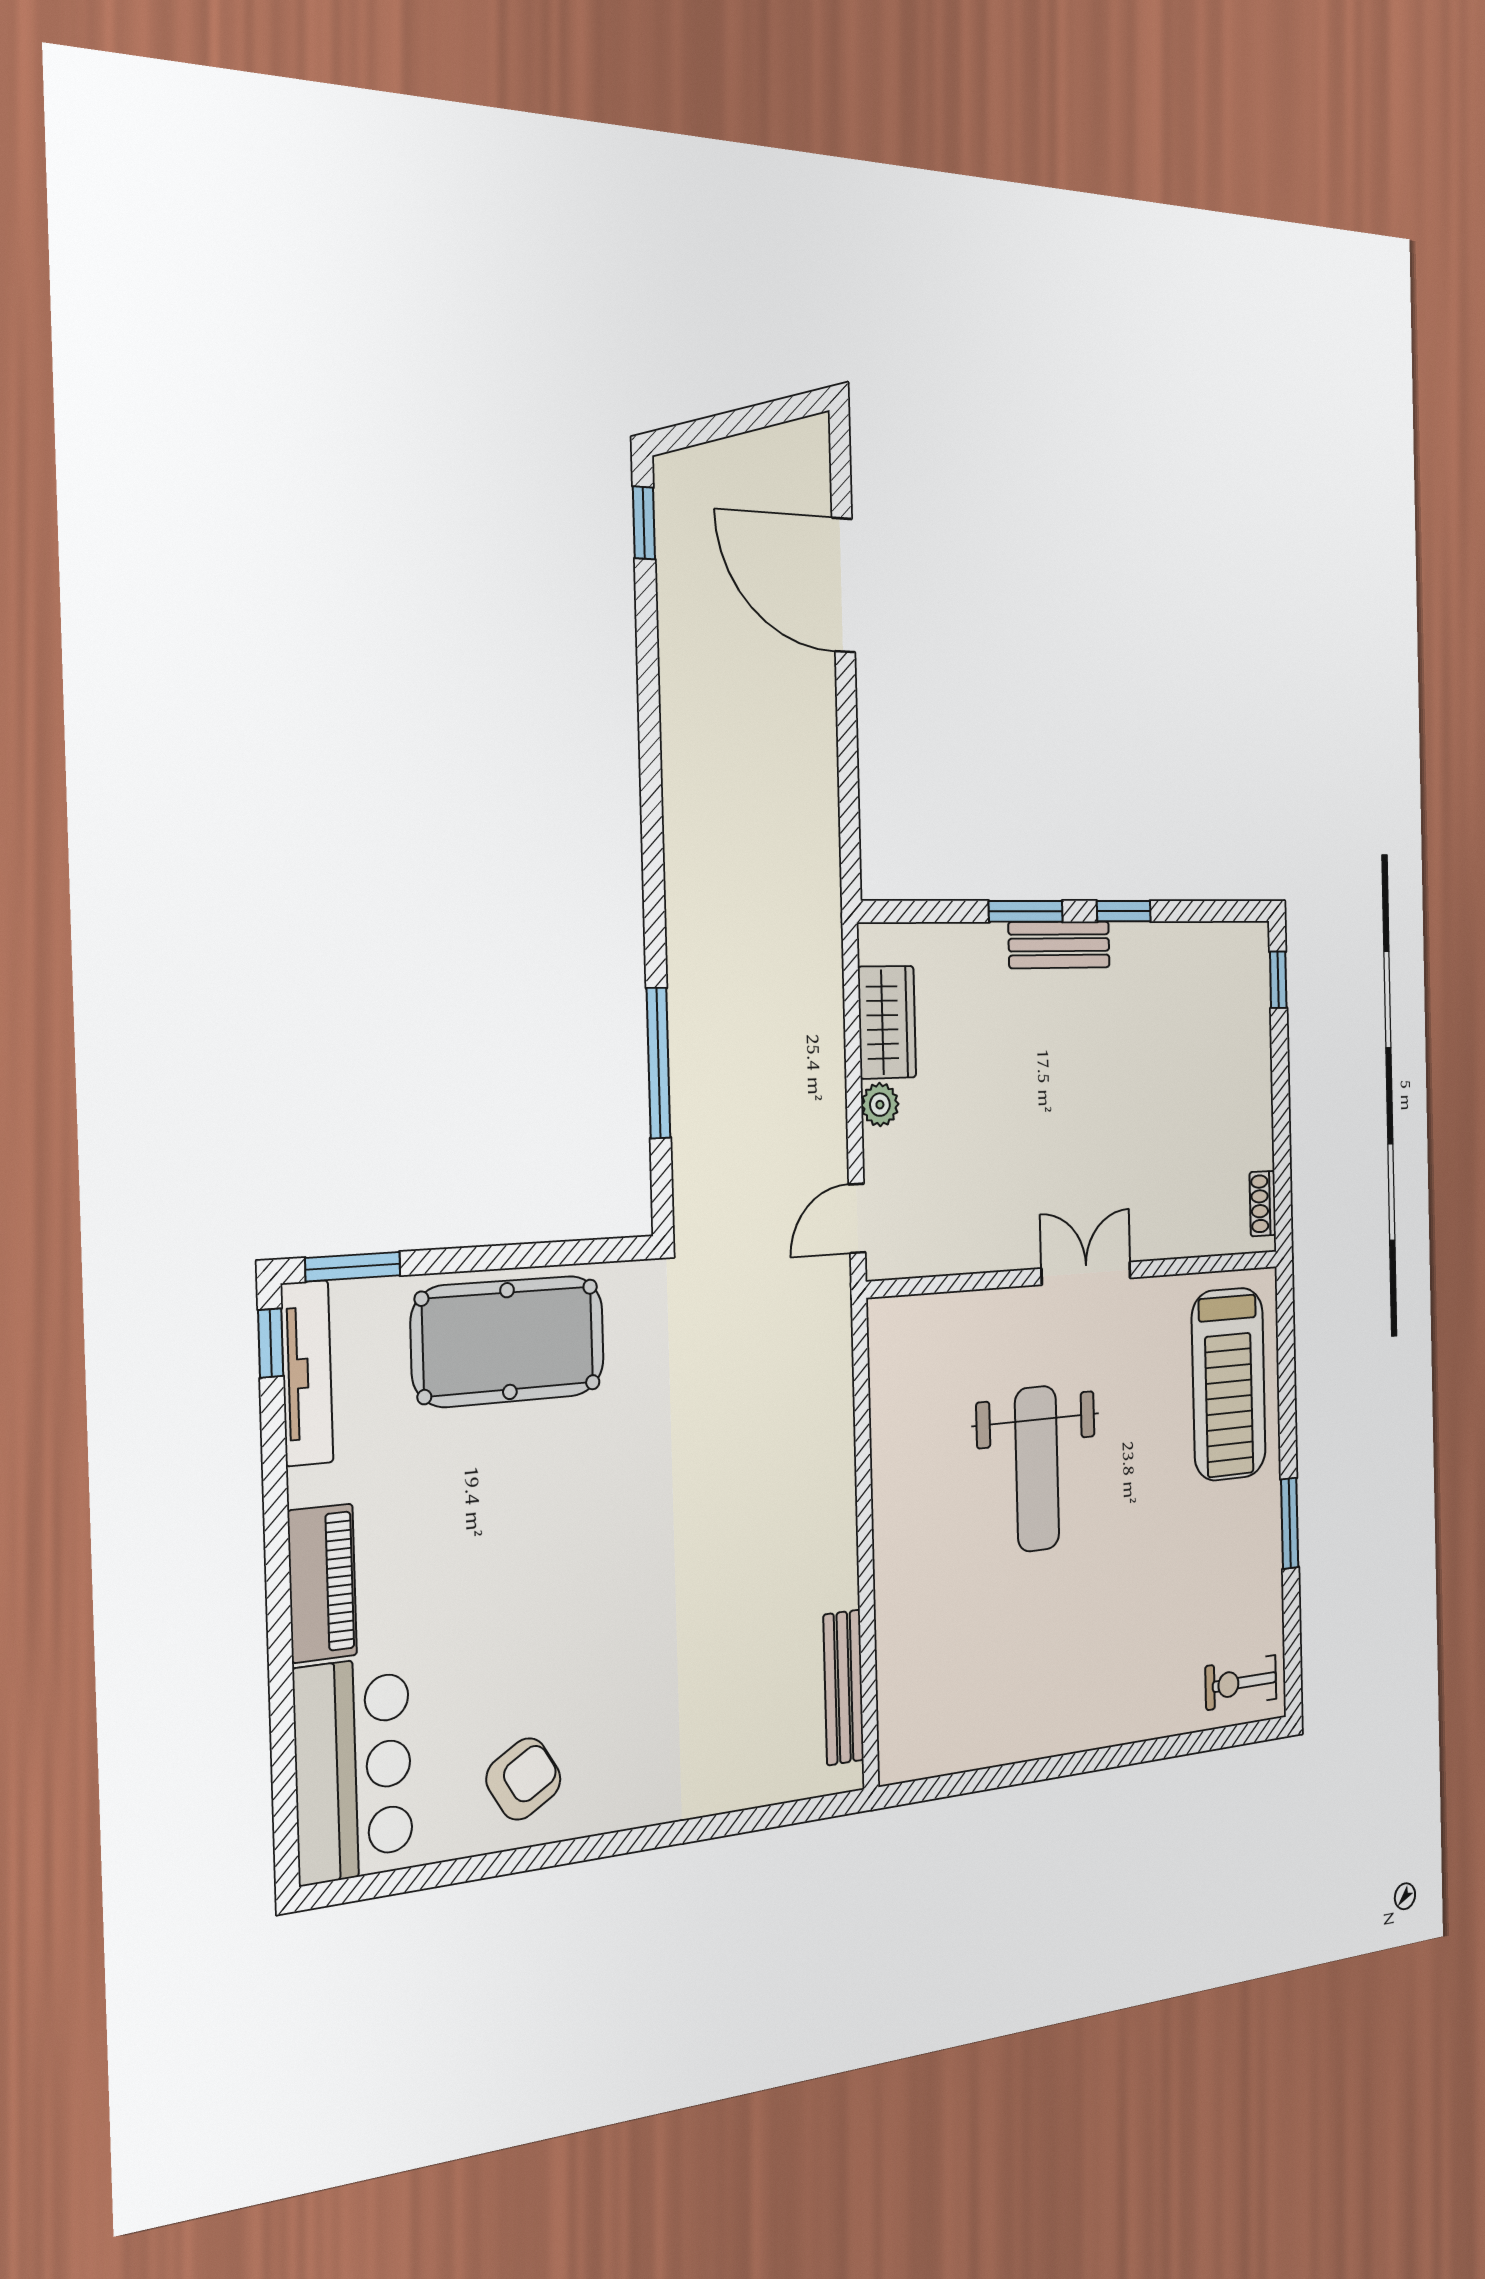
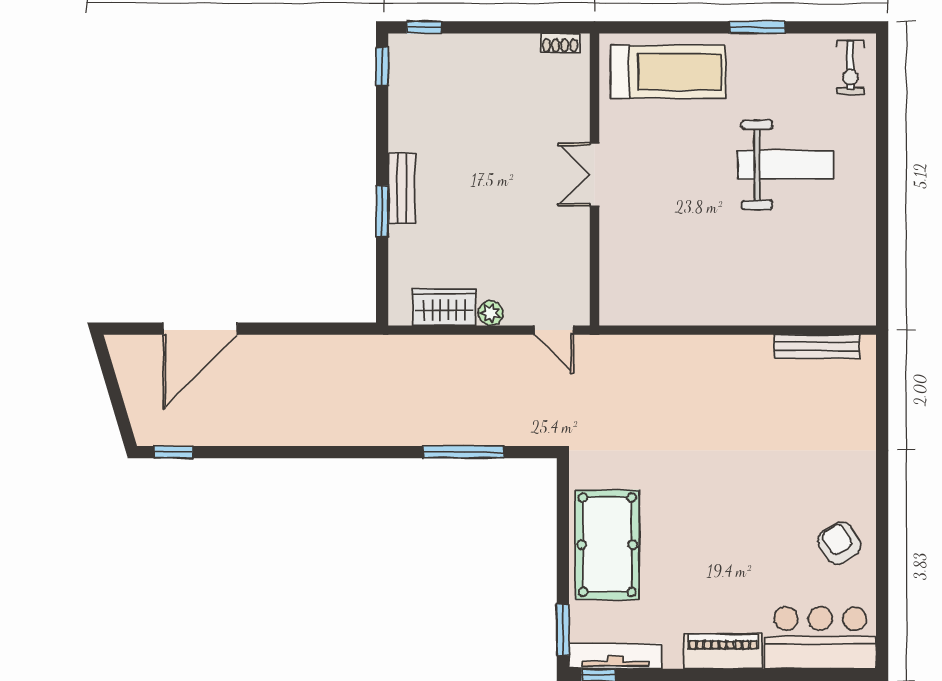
window: (1124, 911) -> (382, 66), moved
weight bench: (1037, 1469) -> (786, 165), moved

